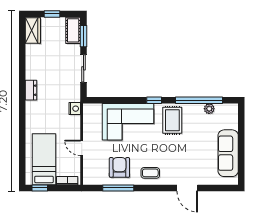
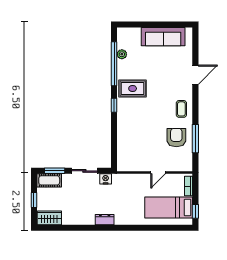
nightstand: (75, 109) -> (106, 179), moved
corner sofa: (128, 122) -> (134, 130), removed
armchair: (119, 167) -> (176, 138), turned 90

